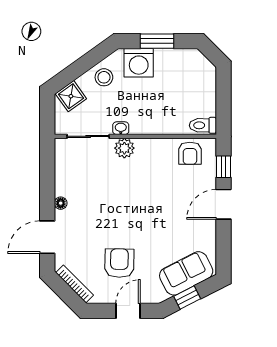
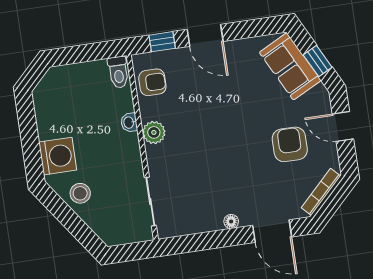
window: (157, 41) -> (30, 139), removed
shower: (71, 96) -> (107, 228), removed
washbasin: (121, 128) -> (129, 123), moved
plant: (124, 148) -> (154, 132), moved
armchair: (119, 263) -> (290, 144), turned 89

